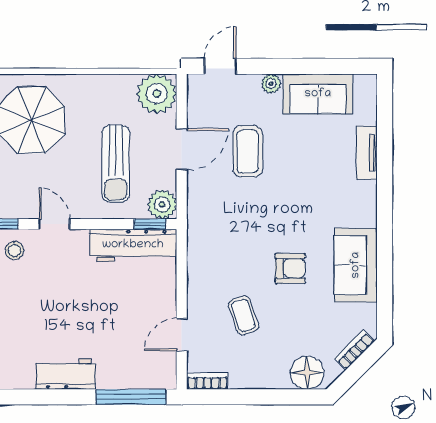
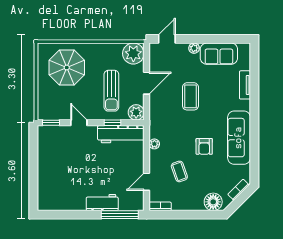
coffee table: (248, 151) -> (190, 96), moved
window: (150, 224) -> (112, 123), moved
stool: (14, 251) -> (58, 137), removed
plant: (196, 264) -> (154, 144), added
sofa: (356, 265) -> (239, 138), width x1.36
armchair: (290, 268) -> (204, 146), turned 90
workbench: (66, 374) -> (102, 203), moved

